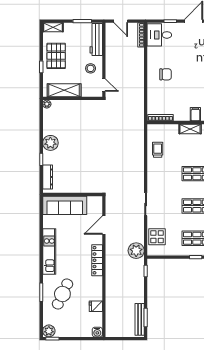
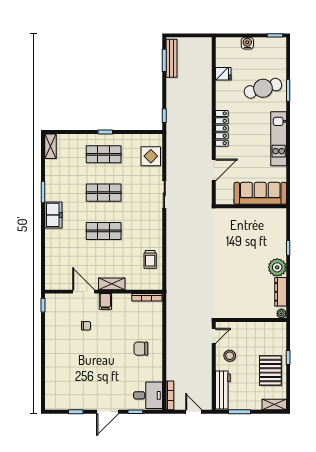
door: (104, 85) -> (214, 336), swing flipped
shelving: (64, 90) -> (261, 330), removed
dresser: (48, 177) -> (281, 292), moved
plant: (136, 251) -> (176, 140), removed
cafe table: (62, 294) -> (263, 88), turned 49
plant: (49, 331) -> (279, 45), removed
water cooler: (97, 332) -> (247, 43), moved

